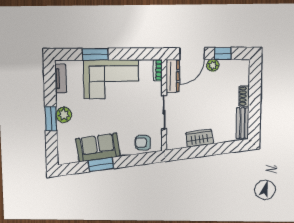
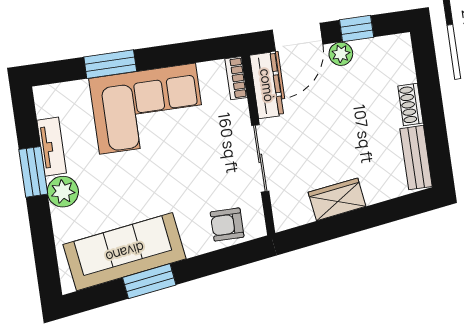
tv unit: (61, 79) -> (52, 147), moved
window: (51, 119) -> (33, 172), moved
sofa: (98, 148) -> (125, 252), width x1.36

